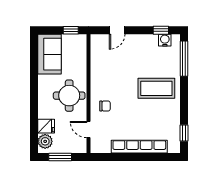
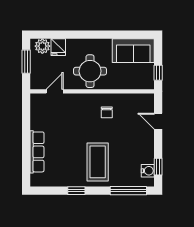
chair: (105, 106) -> (107, 112), moved
window: (184, 133) -> (76, 191), moved
row of seats: (139, 147) -> (37, 152), width x0.73

